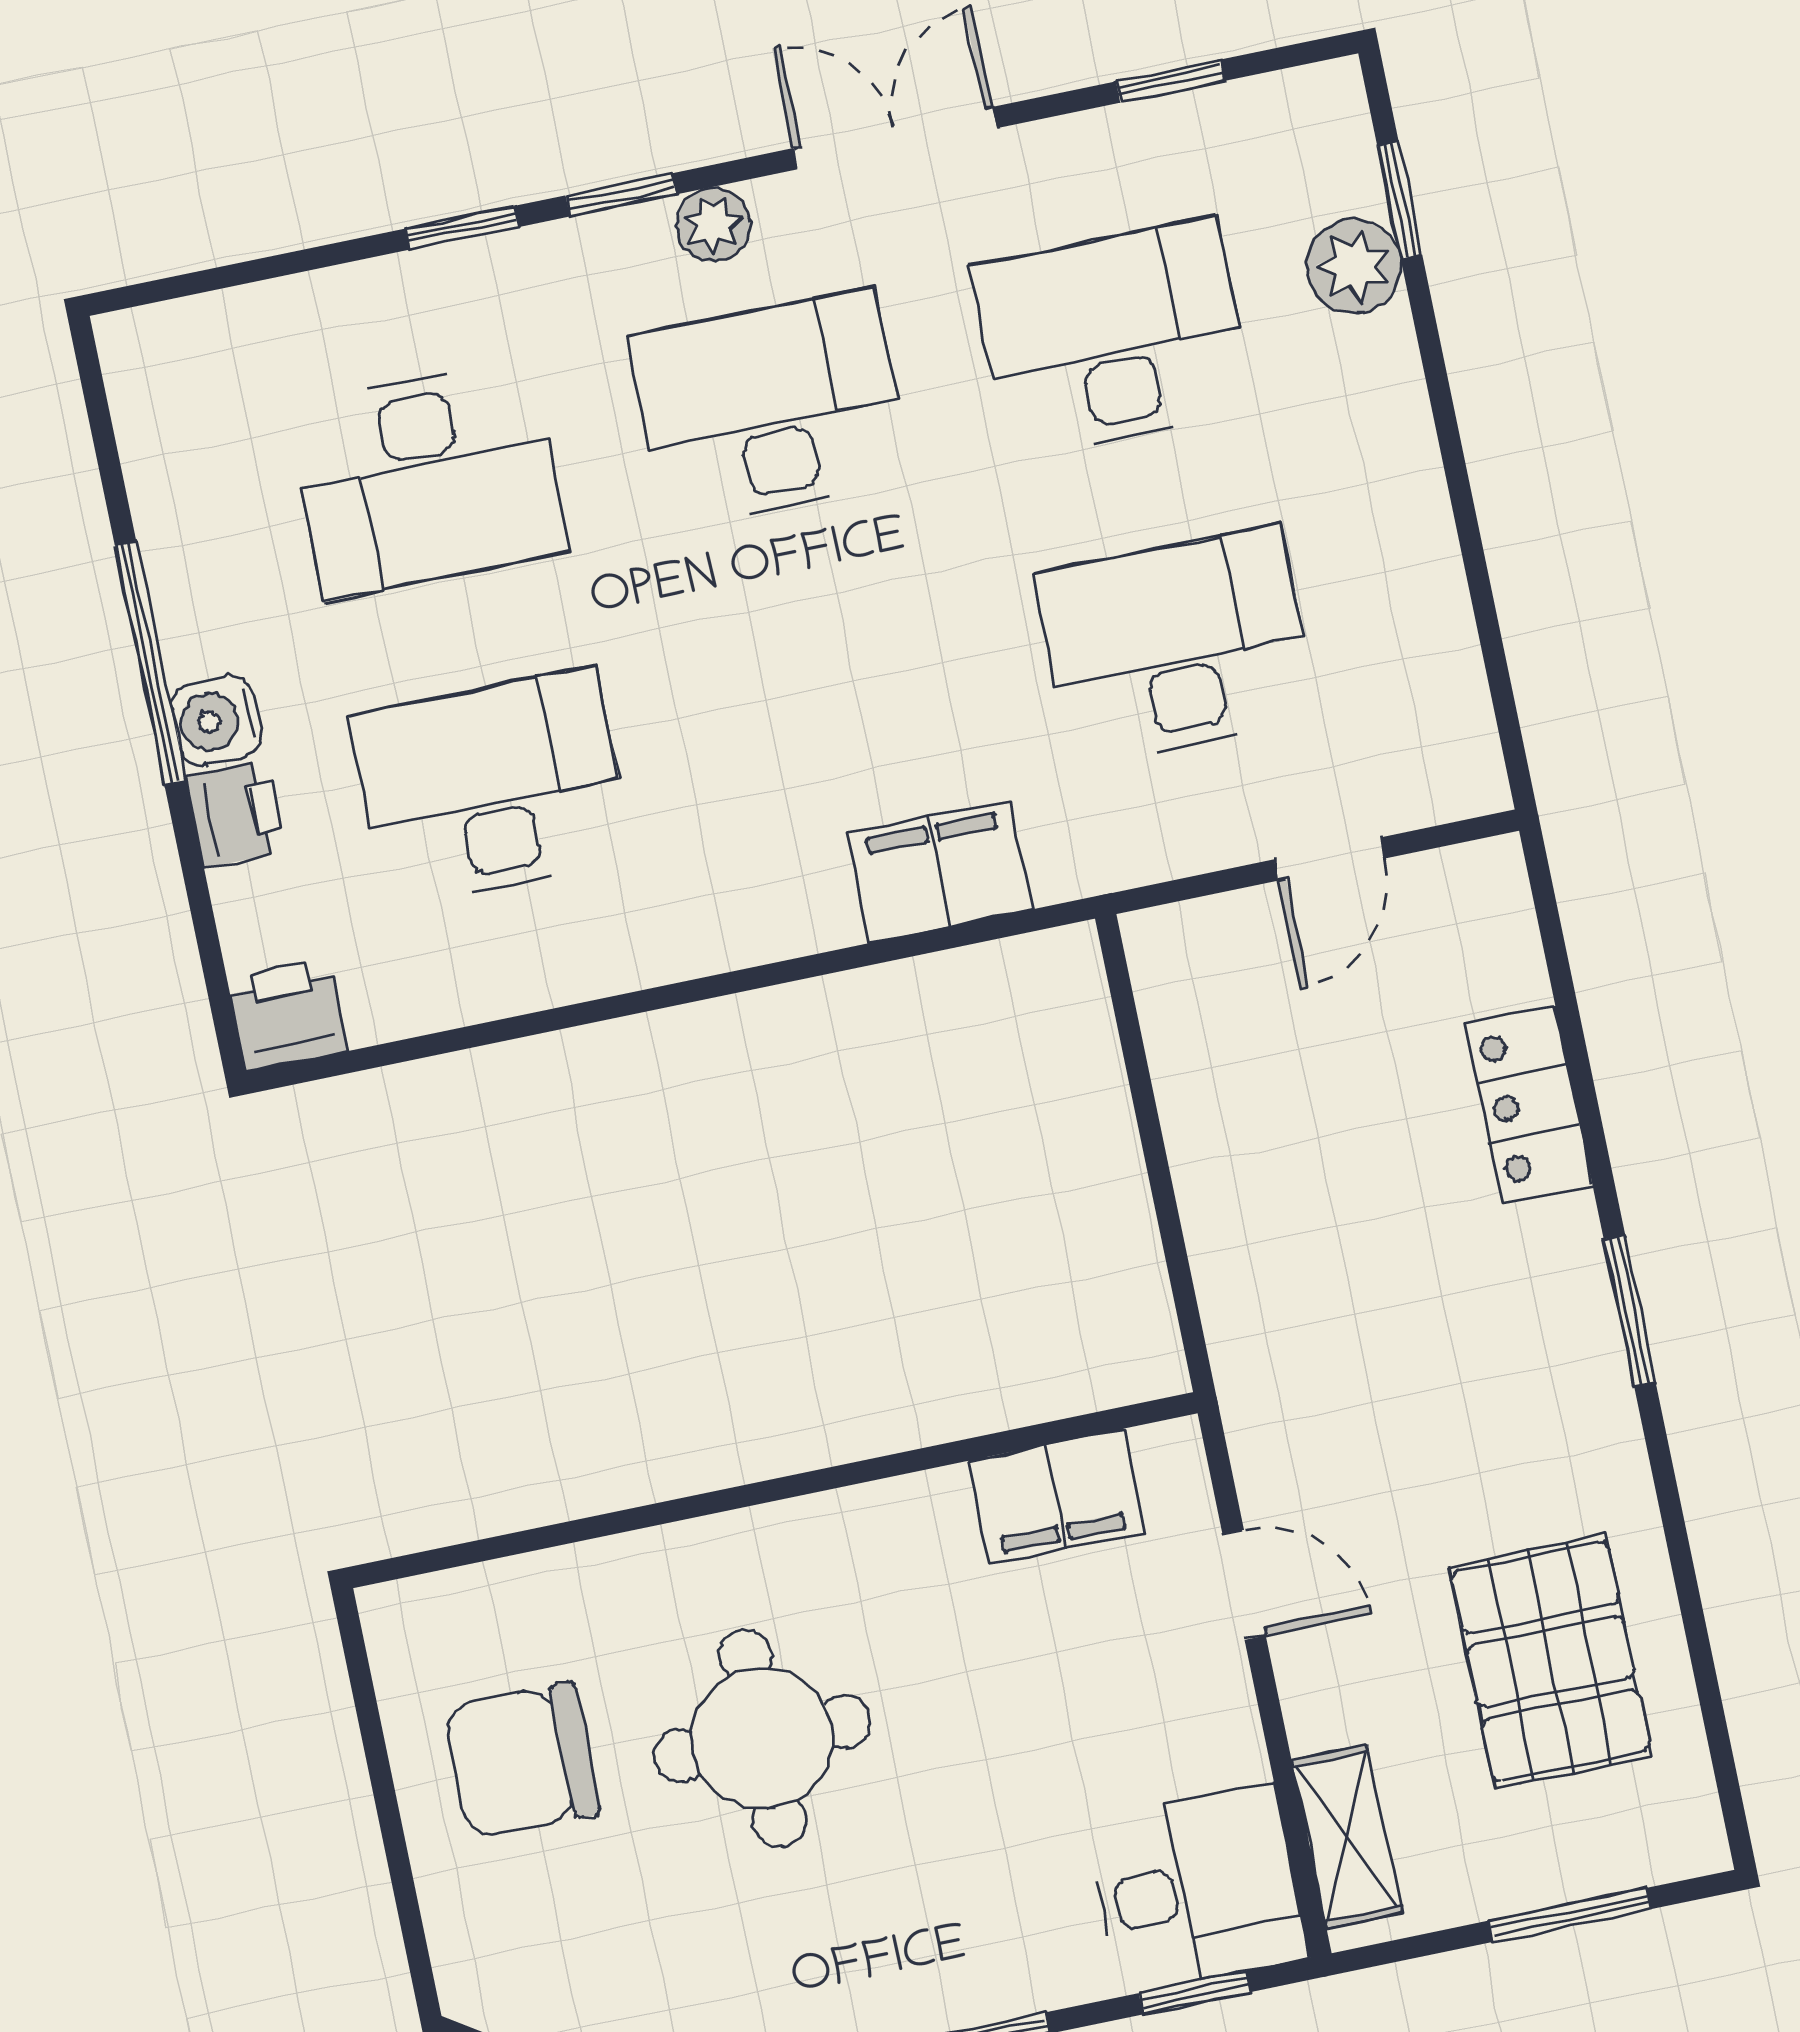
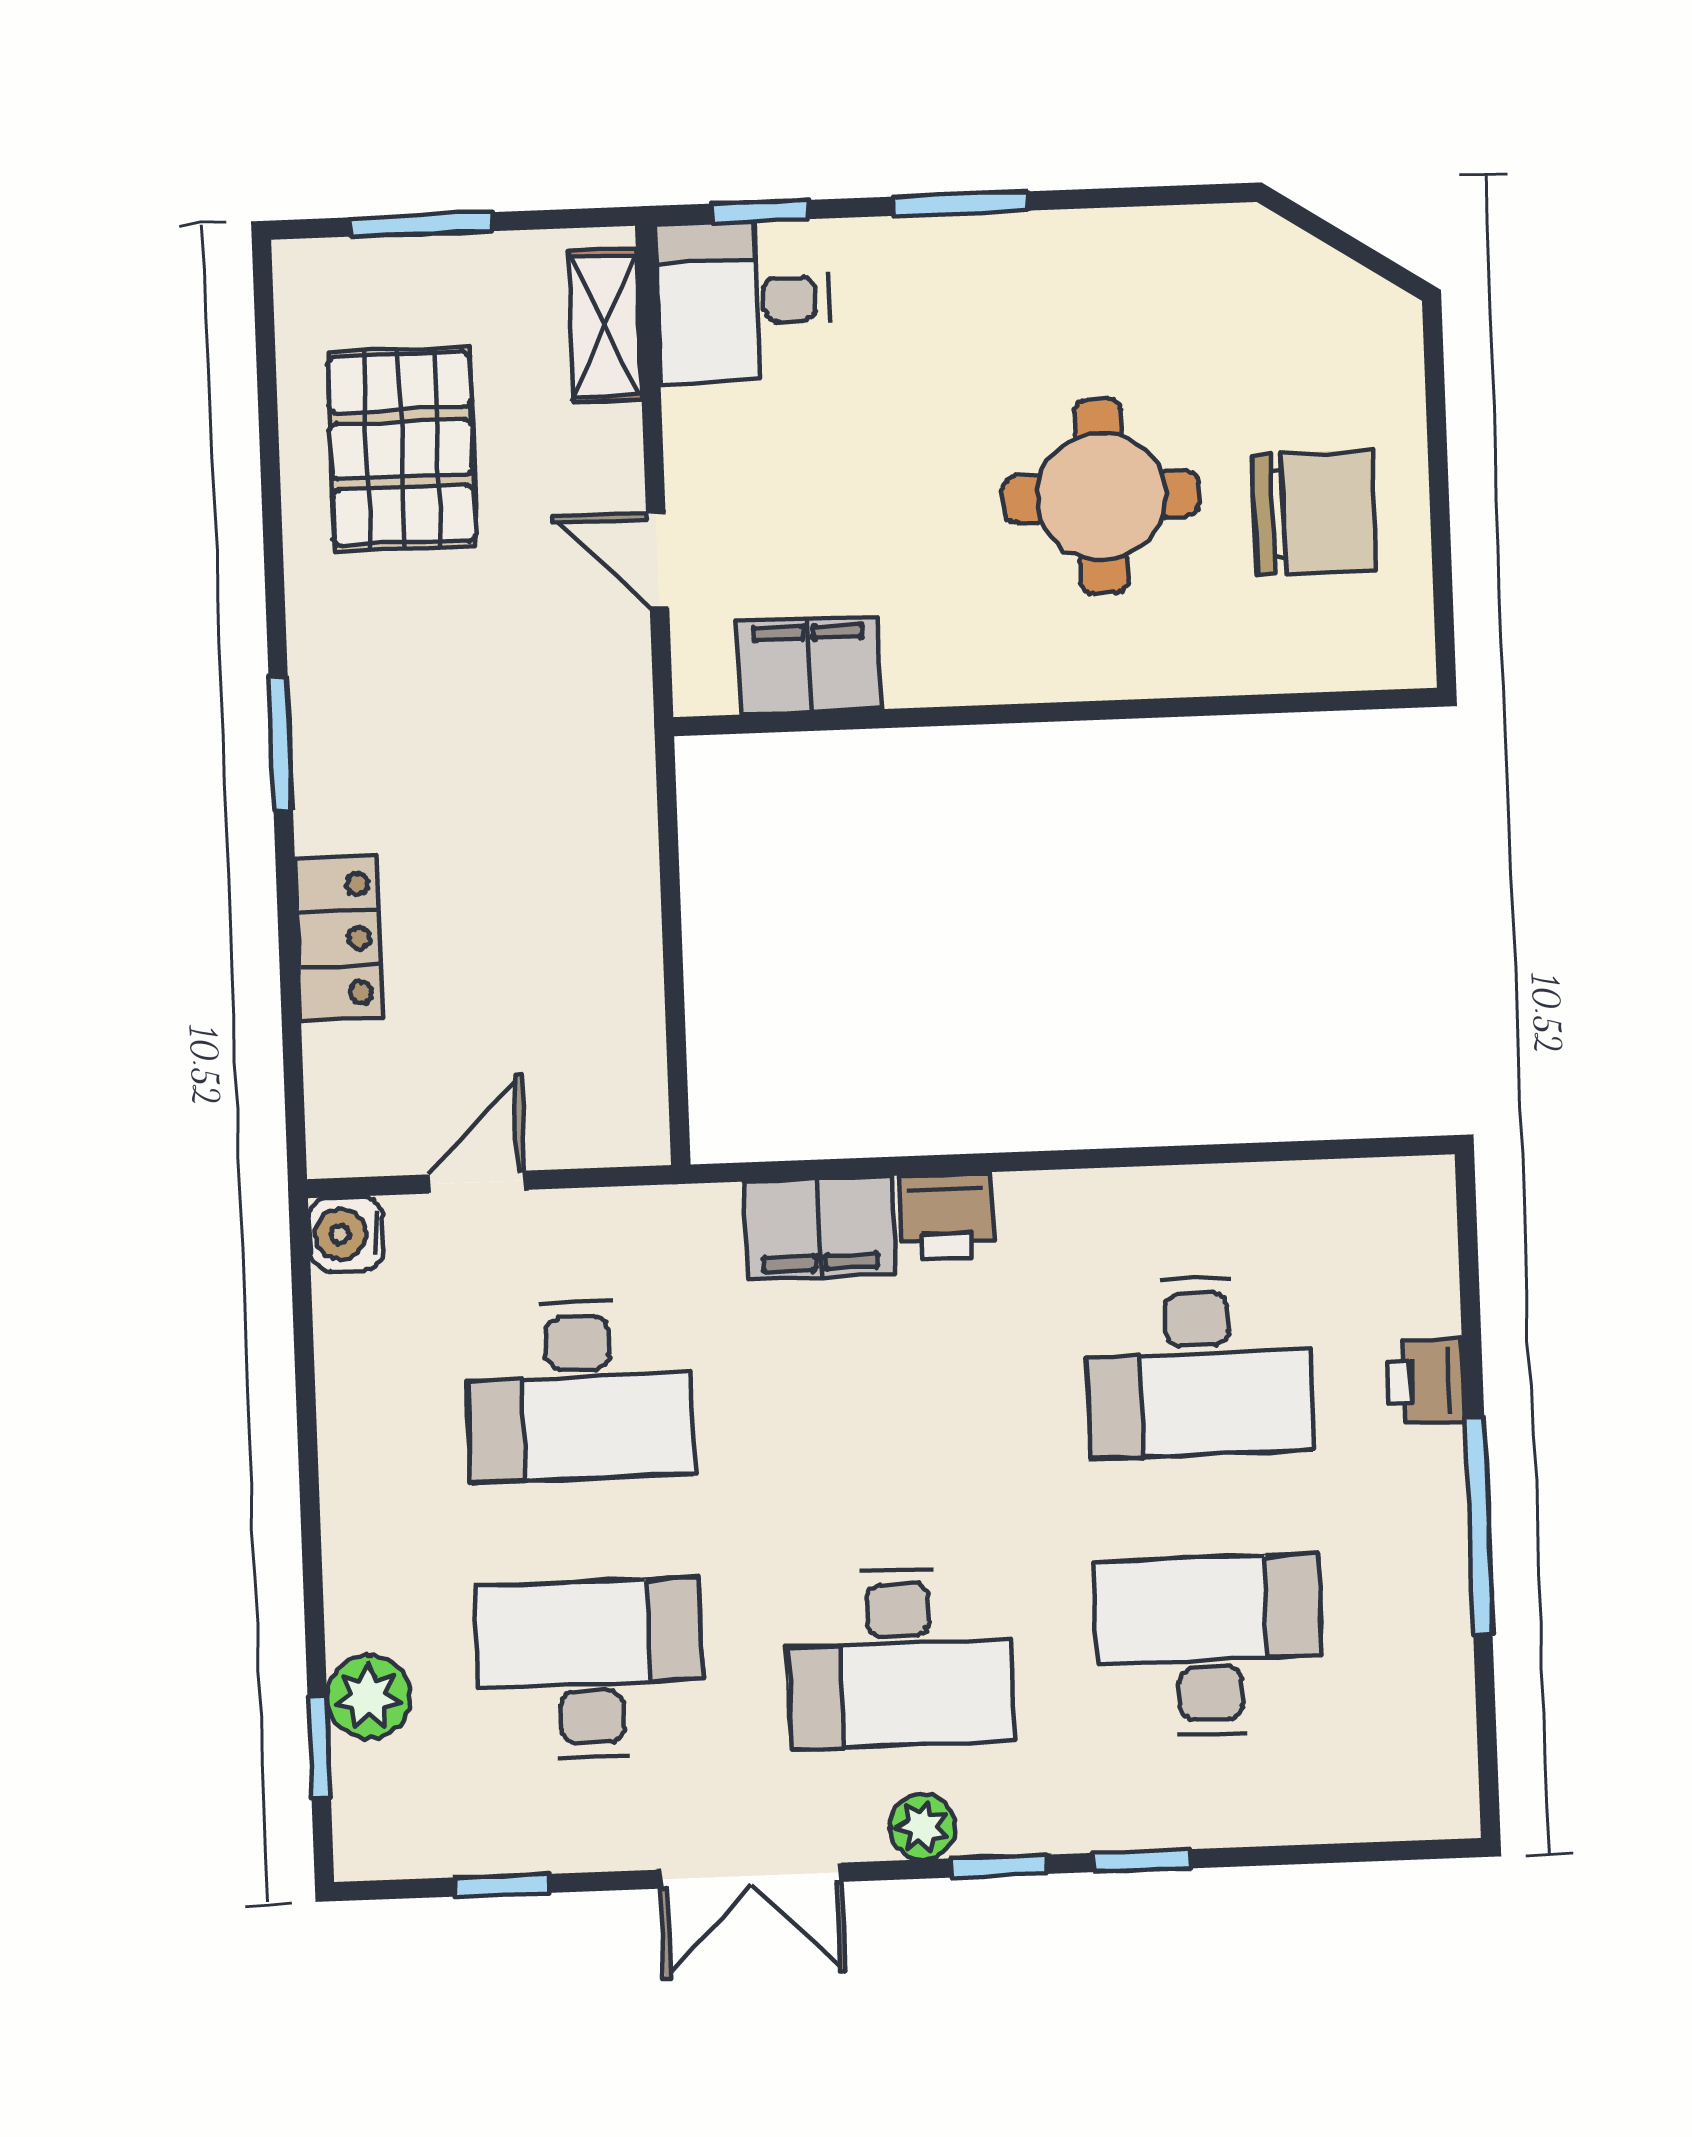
desk: (1113, 338) -> (590, 1669), turned 180
water cooler: (216, 720) -> (346, 1234), moved, turned 180
printer: (288, 1015) -> (946, 1216), moved

